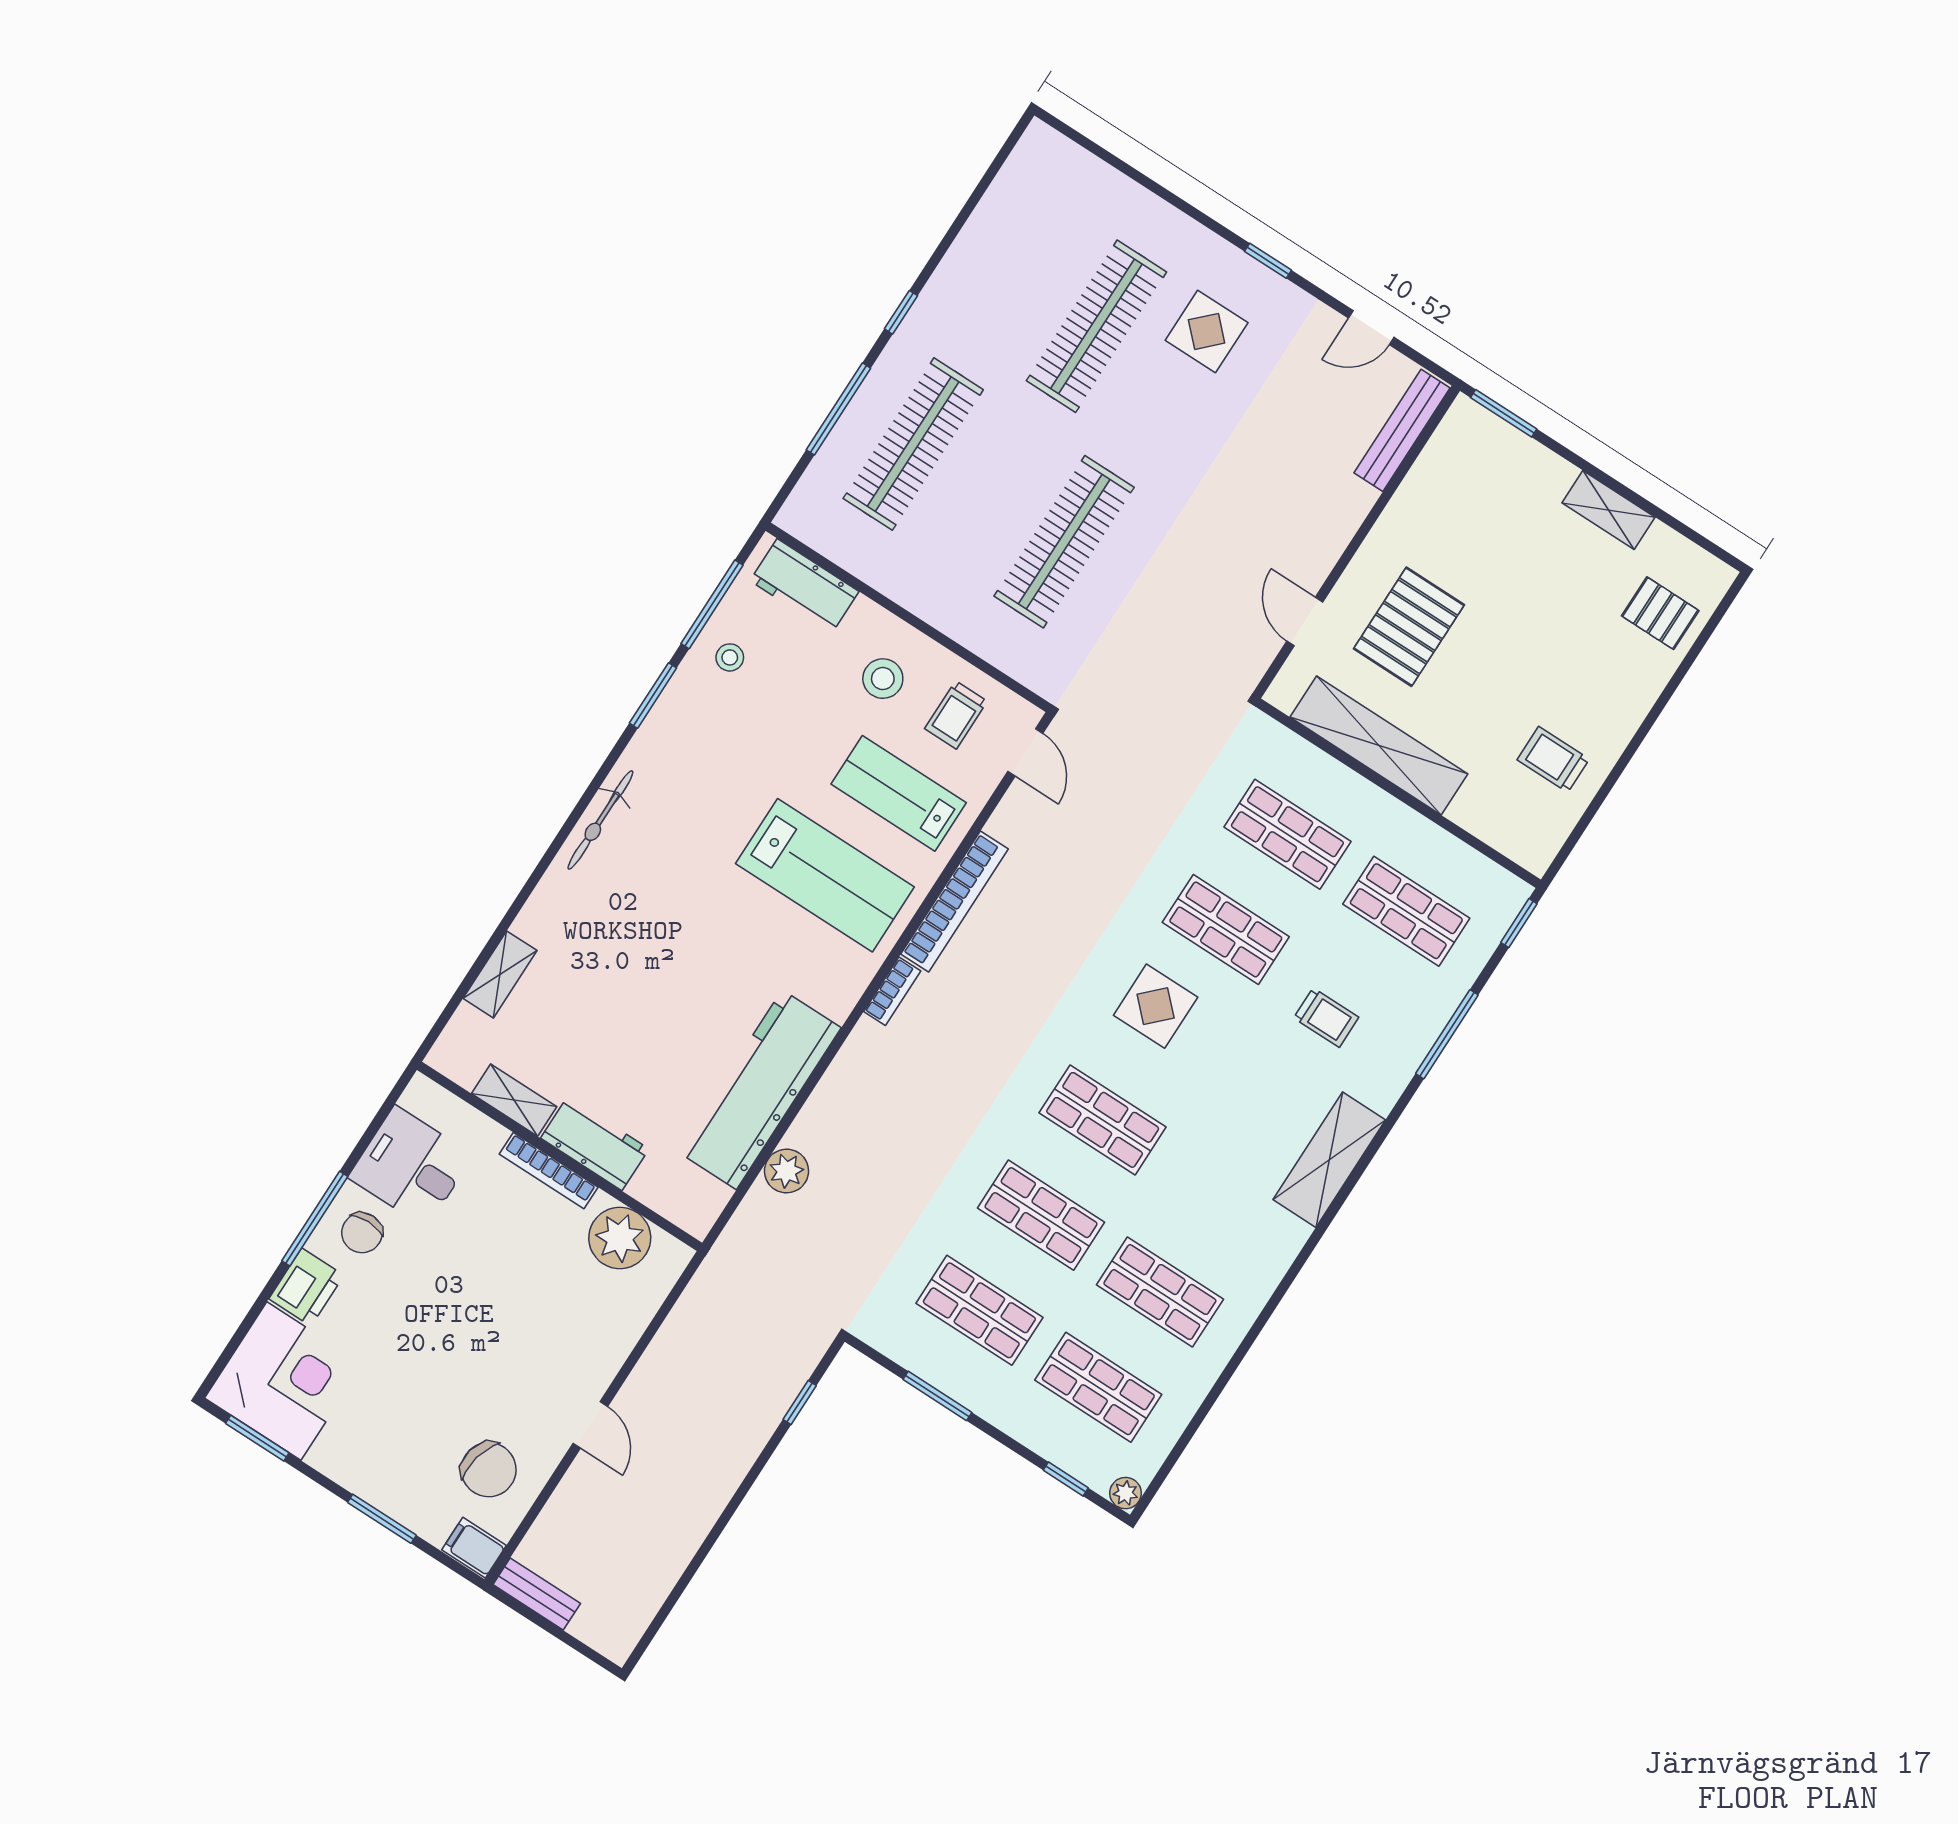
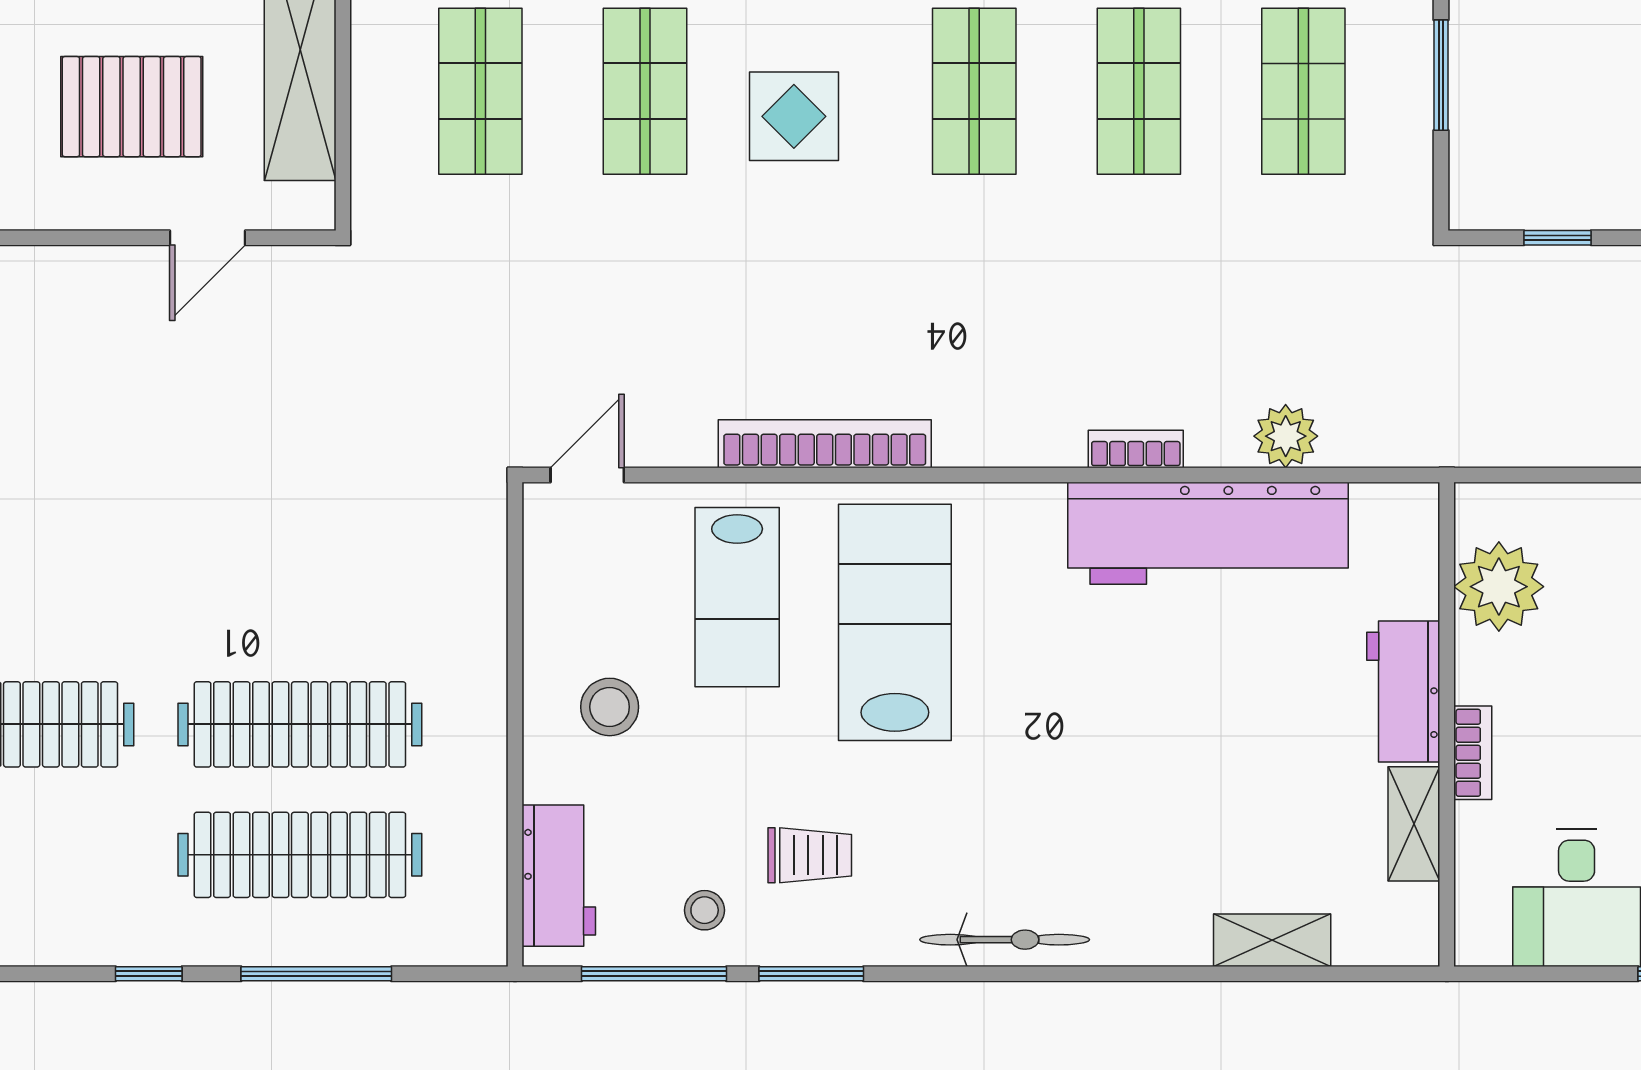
clothes rail: (1064, 542) -> (300, 724), moved
trolley: (956, 715) -> (810, 855), moved
bookcase: (892, 991) -> (1136, 449), moved
bookcase: (549, 1171) -> (1473, 753), width x0.64

